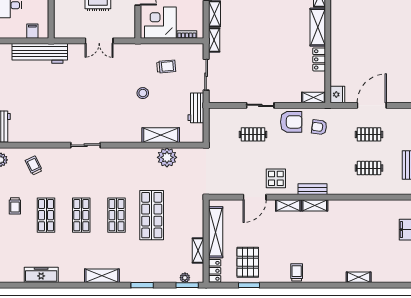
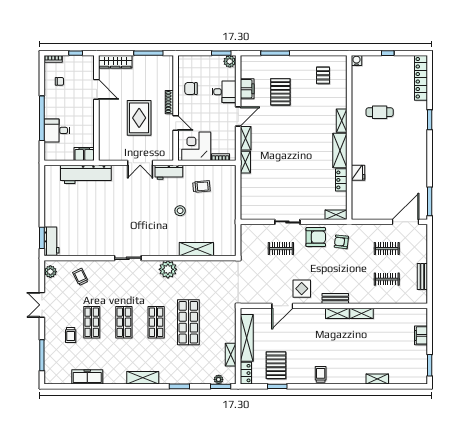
filing cabinet: (32, 31) -> (84, 154), width x2.00
sliding door: (206, 75) -> (238, 194), removed
fridge: (337, 95) -> (358, 173), moved
door: (372, 105) -> (405, 222), moved
workbench: (196, 108) -> (169, 172), moved, turned -90
plant: (167, 157) -> (168, 269), moved
shelving: (288, 205) -> (362, 313), moved
trolley: (15, 206) -> (71, 335), moved

